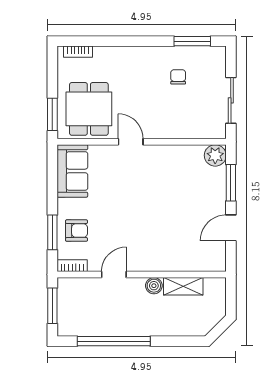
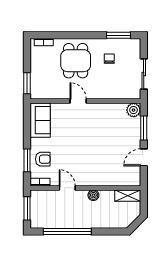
dining table: (89, 109) -> (76, 61), moved
door: (114, 275) -> (67, 188), hinge flipped
shelving: (183, 286) -> (128, 196), moved

